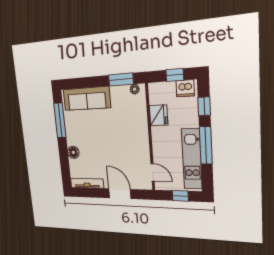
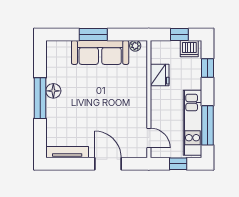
window: (121, 80) -> (93, 34), moved
sofa: (87, 99) -> (100, 52), moved
window: (60, 120) -> (40, 98), moved
window: (206, 145) -> (208, 125), moved
floor lamp: (73, 152) -> (53, 91), moved

